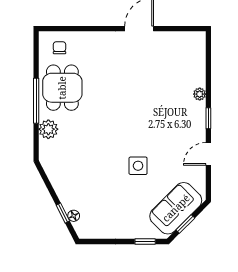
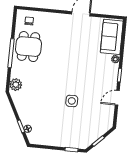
plant: (48, 129) -> (16, 85), moved
sofa: (176, 208) -> (112, 37), moved, turned -45

